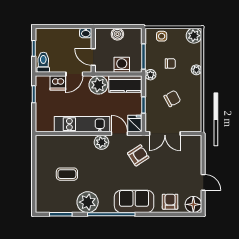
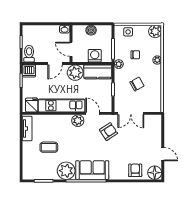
dishwasher: (58, 83) -> (29, 71), moved
fridge: (135, 124) -> (32, 105), moved
tv unit: (41, 152) -> (27, 128), added
sofa: (134, 201) -> (92, 170), moved

